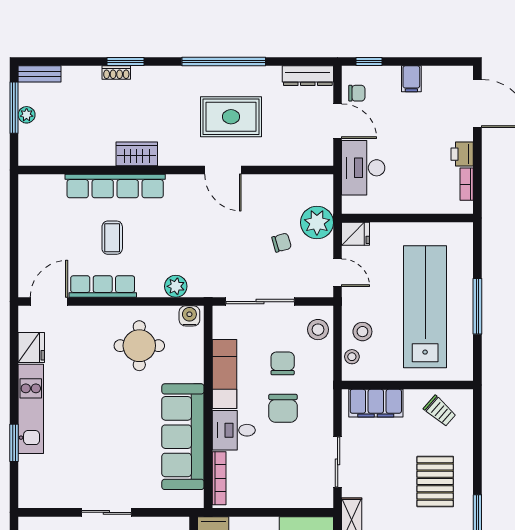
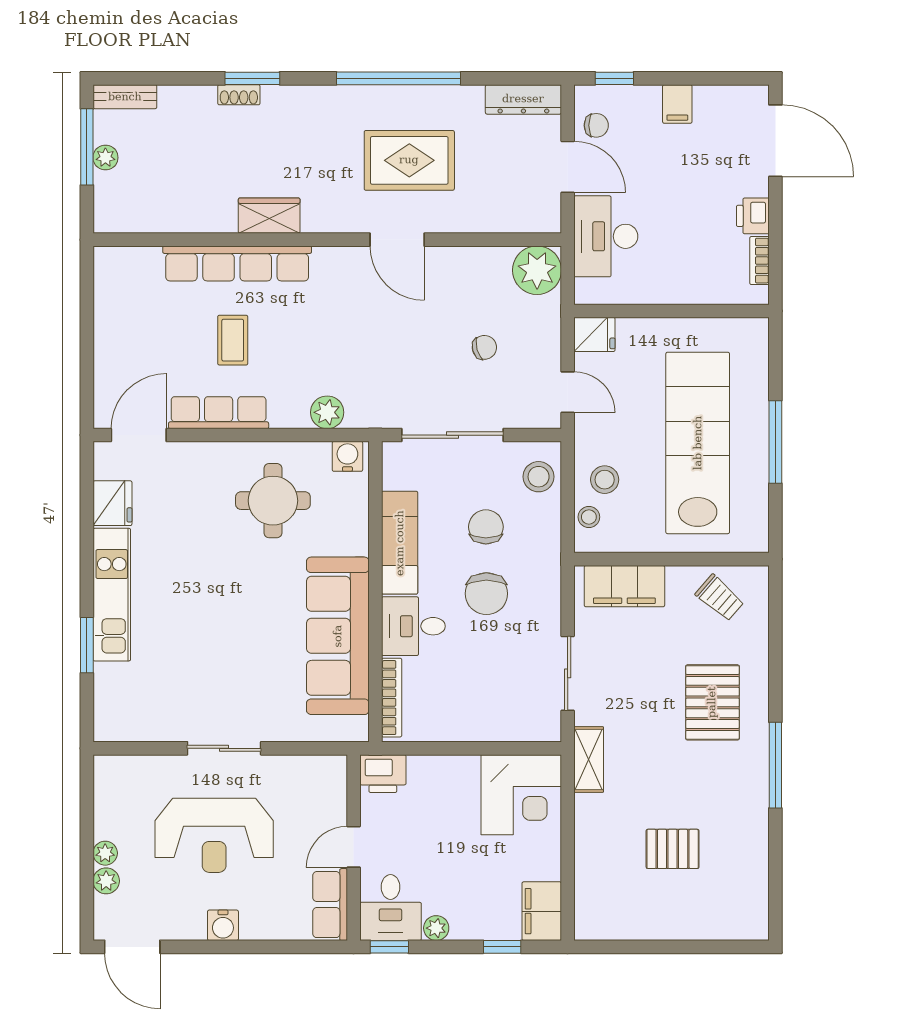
plant: (317, 223) -> (537, 270), moved

